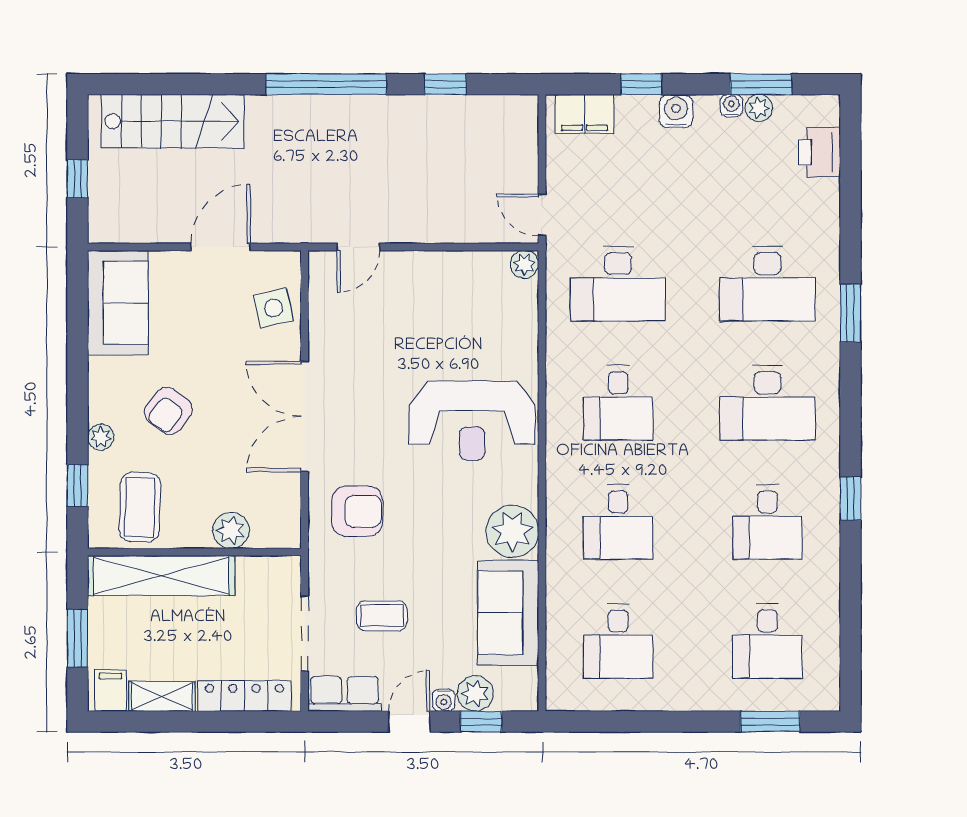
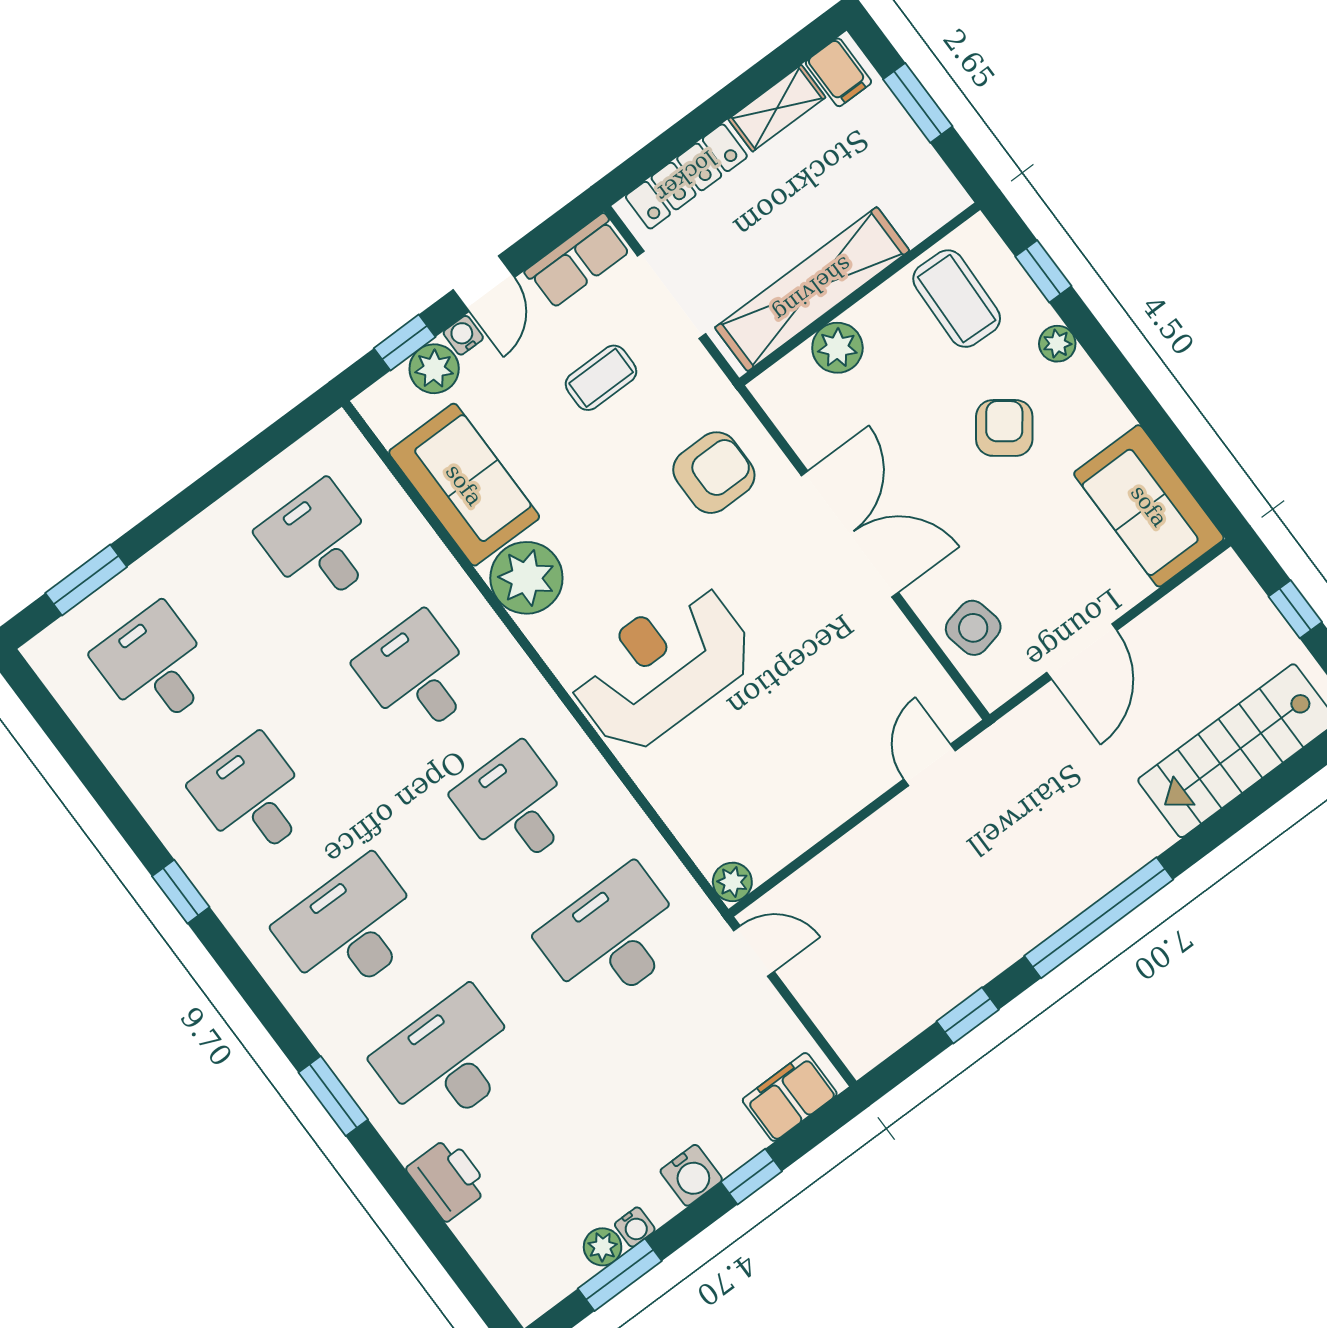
printer: (820, 152) -> (448, 1179), moved
armchair: (357, 511) -> (714, 473), turned 180
shelving: (161, 576) -> (812, 289), moved

